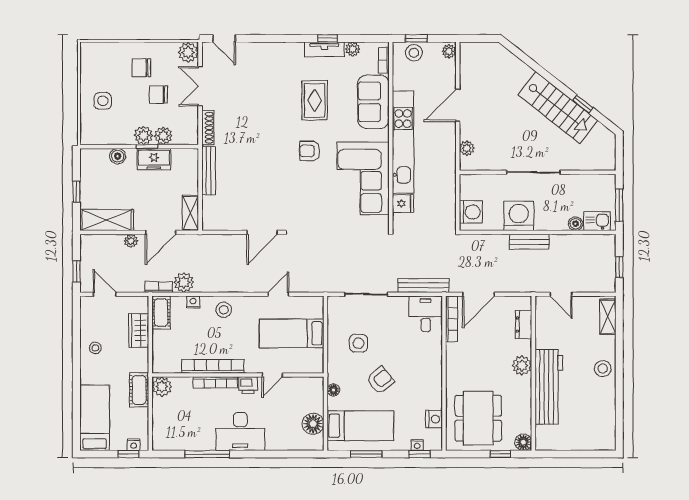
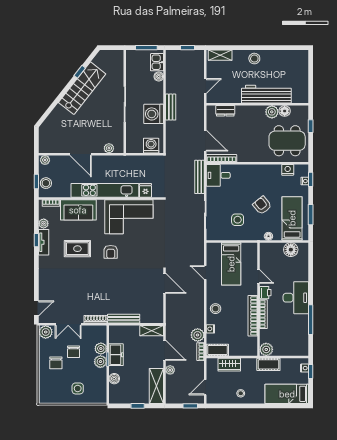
plant: (522, 366) -> (272, 112), moved
floor lamp: (523, 442) -> (285, 111), moved

